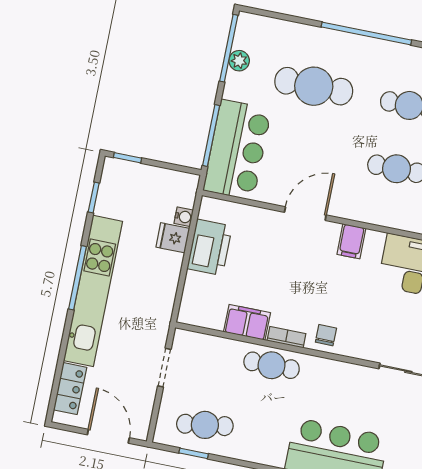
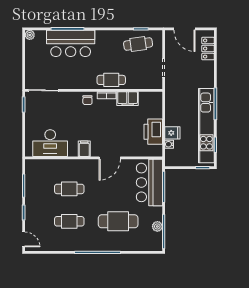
kitchen unit: (93, 291) -> (206, 126), moved

